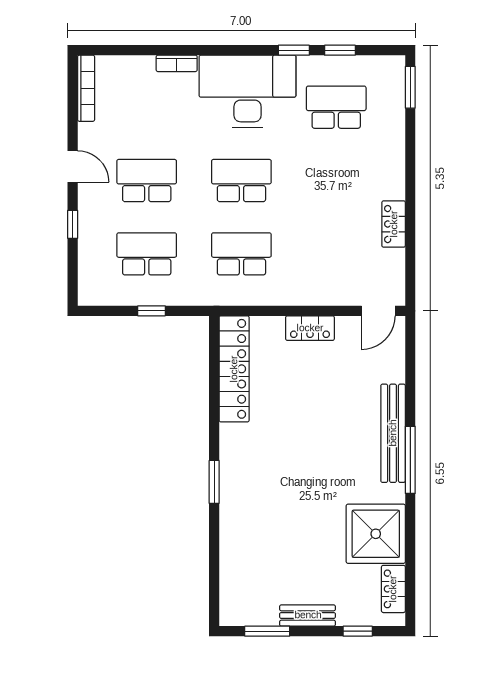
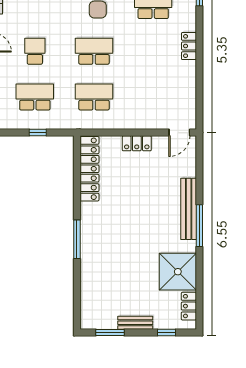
school desk: (147, 181) -> (35, 51), width x0.54
locker: (394, 224) -> (189, 46), moved
window: (214, 482) -> (77, 239), width x1.44

